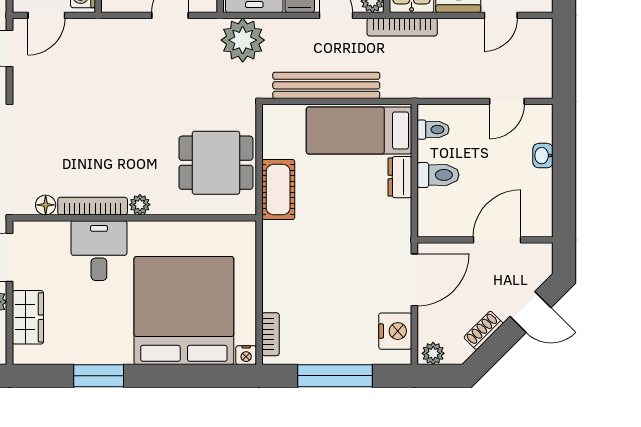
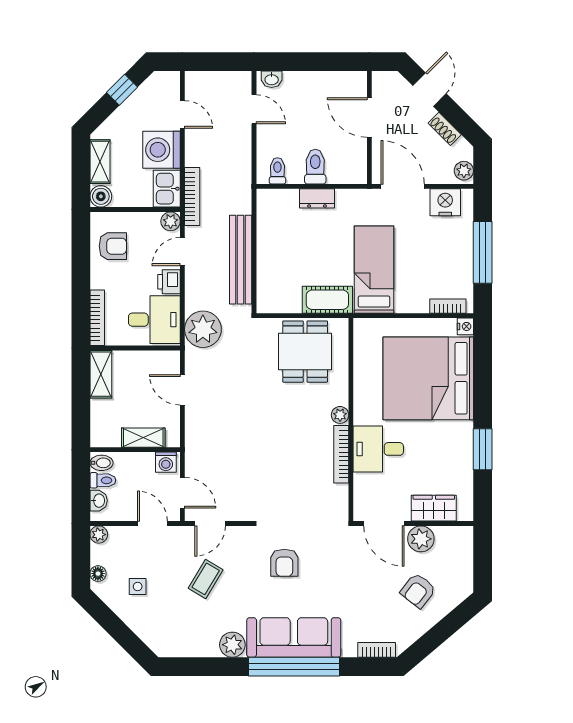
bed: (359, 130) -> (374, 270), moved, turned 180
washbasin: (543, 156) -> (272, 79), moved
floor lamp: (46, 205) -> (340, 493), removed

